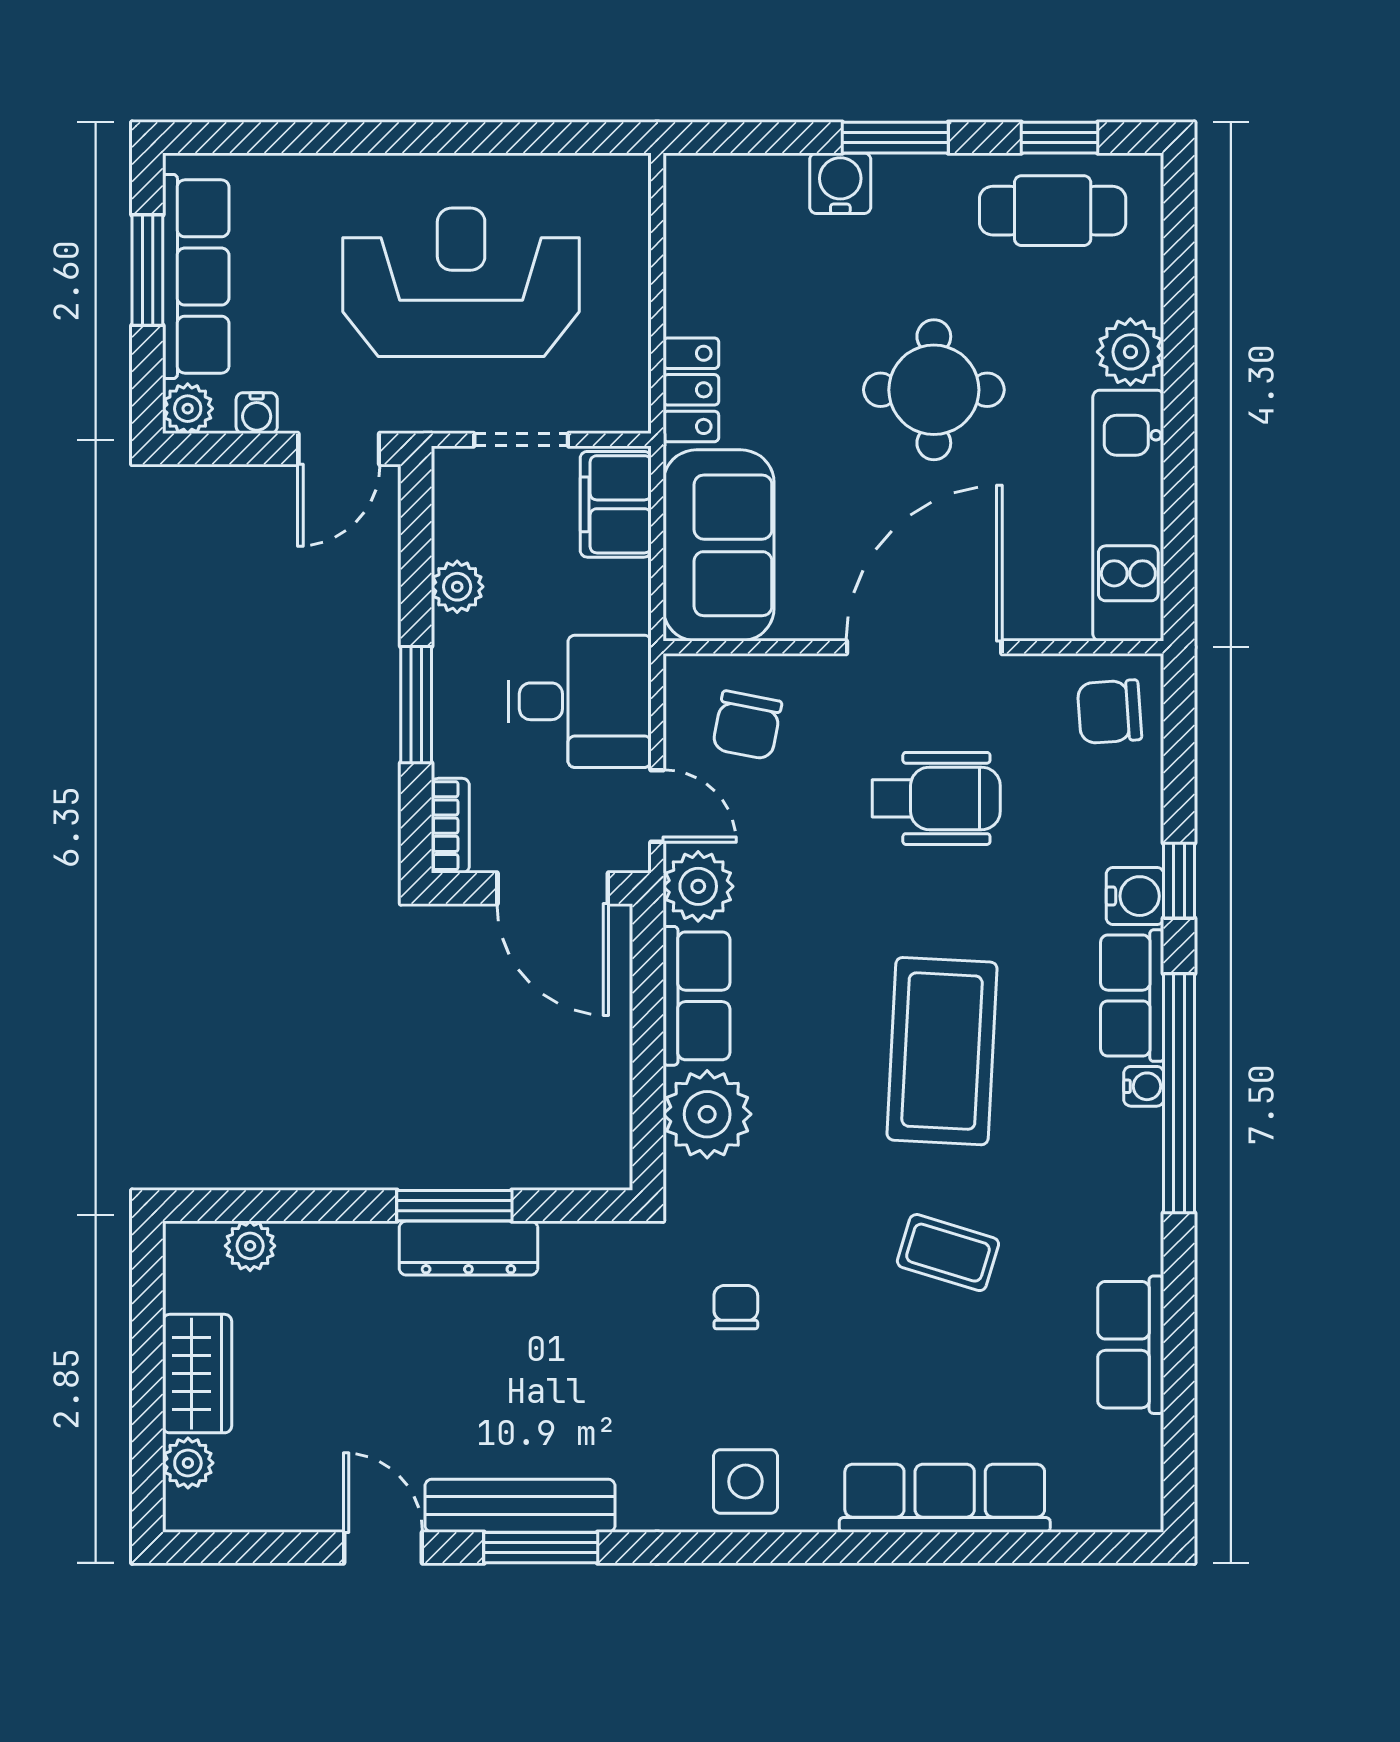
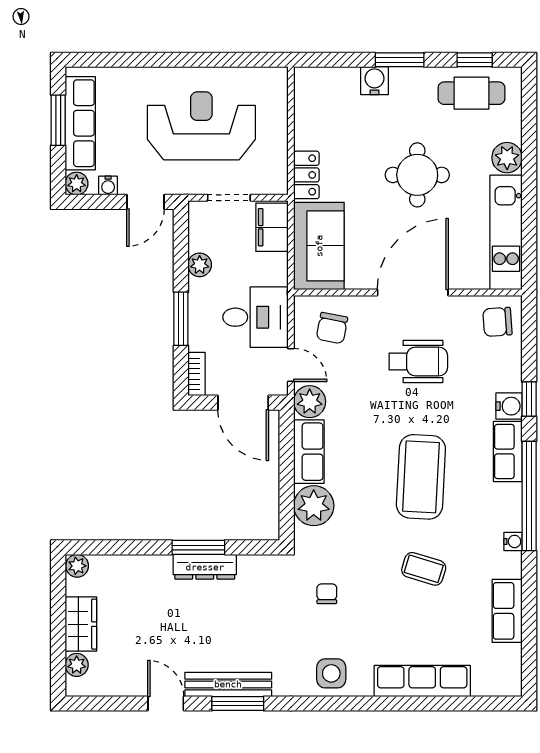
water cooler: (1144, 1086) -> (513, 541), moved
plant: (250, 1246) -> (77, 566), moved

